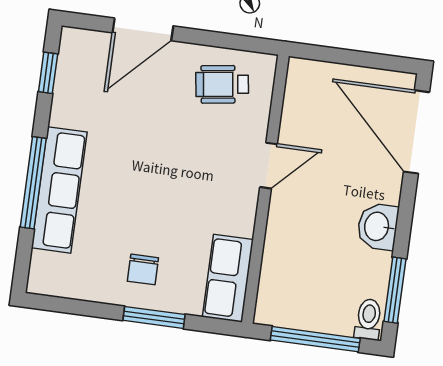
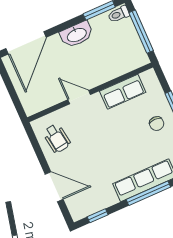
washbasin: (378, 227) -> (77, 35), width x1.38
chair: (143, 269) -> (157, 124), turned 90
row of seats: (228, 278) -> (123, 92), moved

